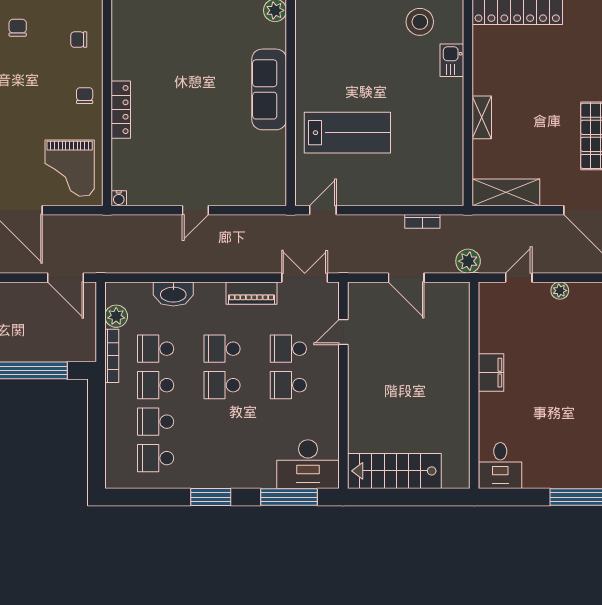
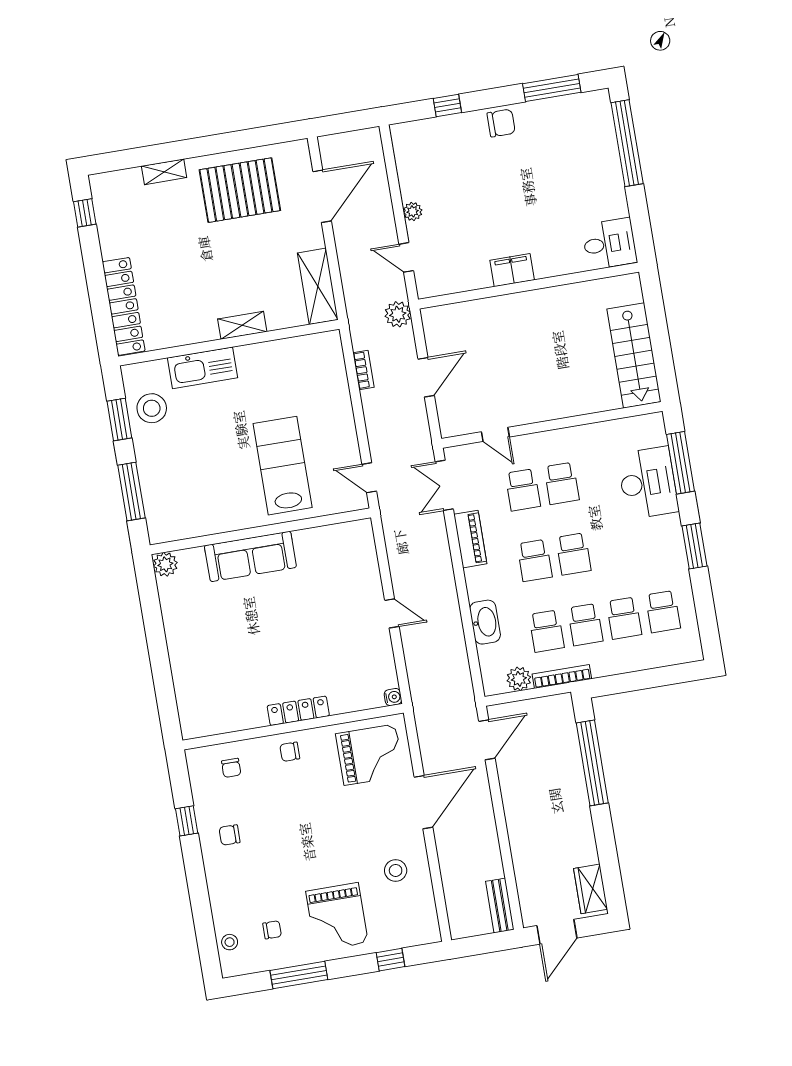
kitchen sink: (452, 60) -> (203, 368), width x1.88, depth x1.24
desk: (308, 464) -> (648, 483), moved

